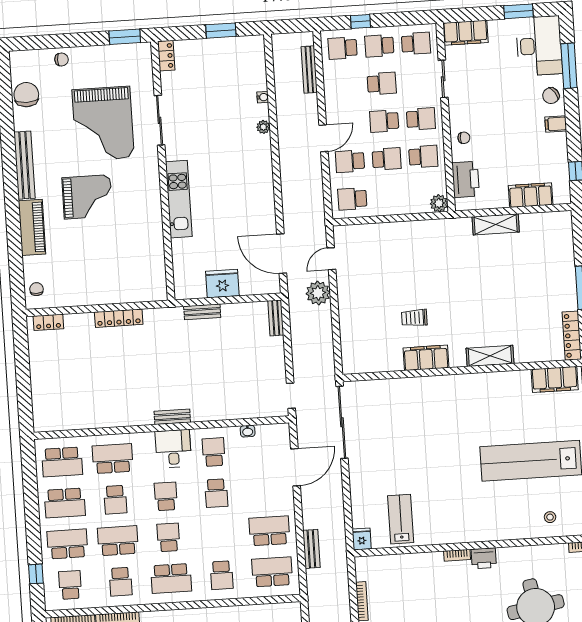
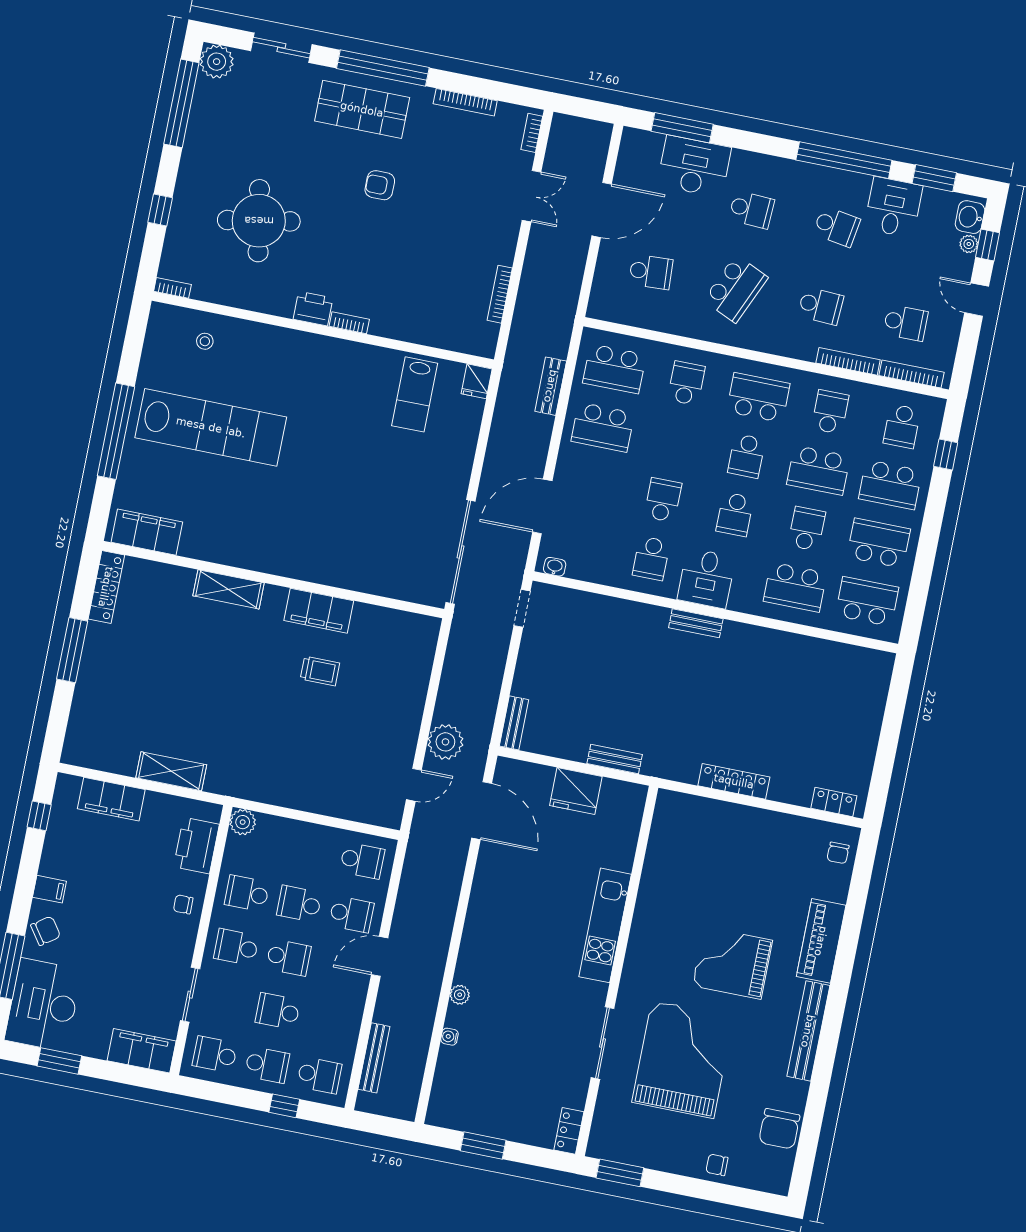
washbasin: (248, 431) -> (555, 567), moved

